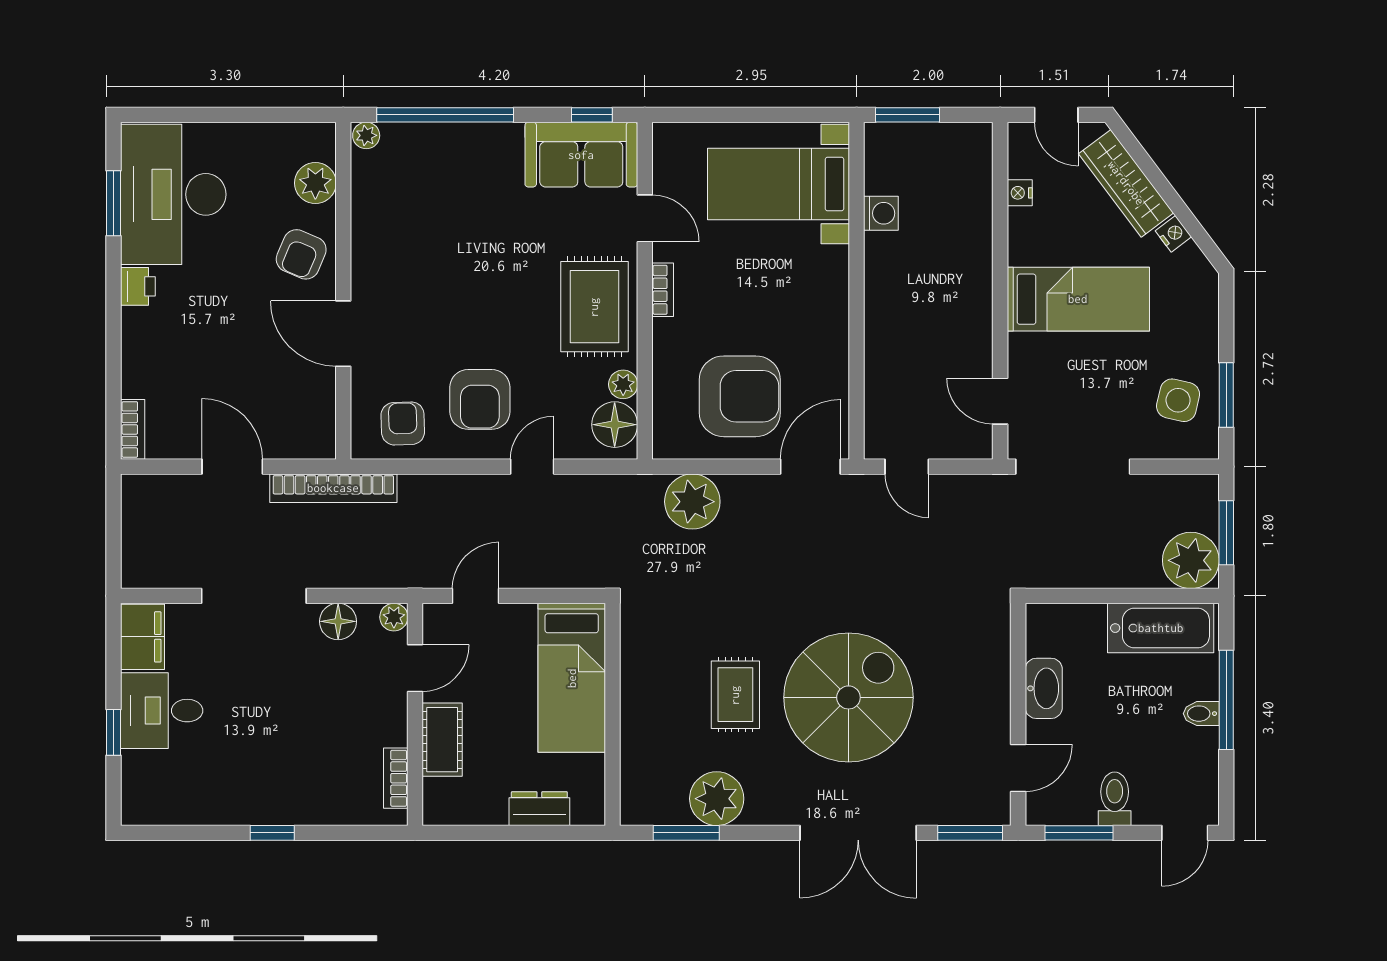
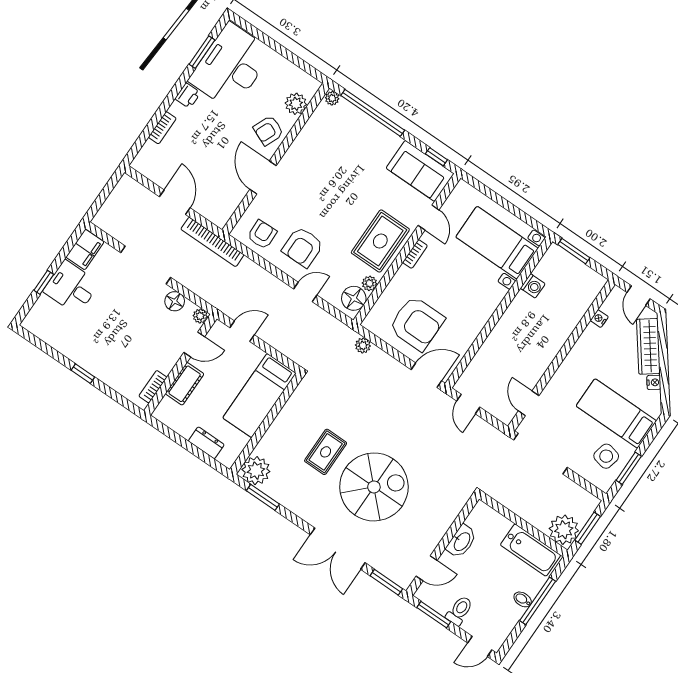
bed: (1078, 299) -> (616, 413), moved, turned 180
bookcase: (133, 429) -> (162, 128), moved
plant: (692, 502) -> (363, 346), width x0.53, depth x0.53
plant: (717, 799) -> (256, 471), moved

